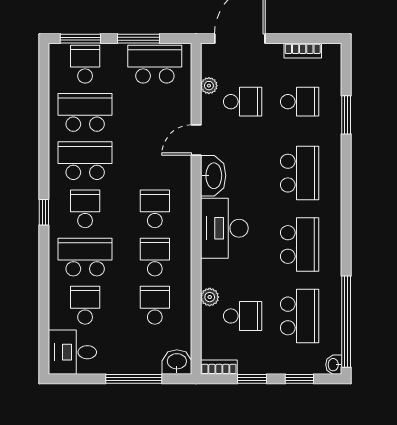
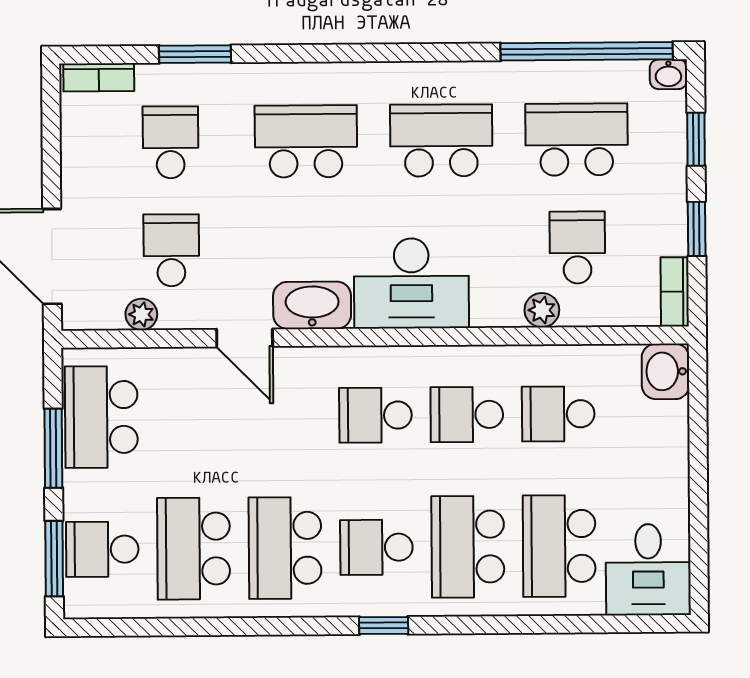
bookcase: (303, 51) -> (99, 77), moved, turned 90
school desk: (85, 305) -> (559, 546), width x1.85
window: (134, 379) -> (698, 453), removed

